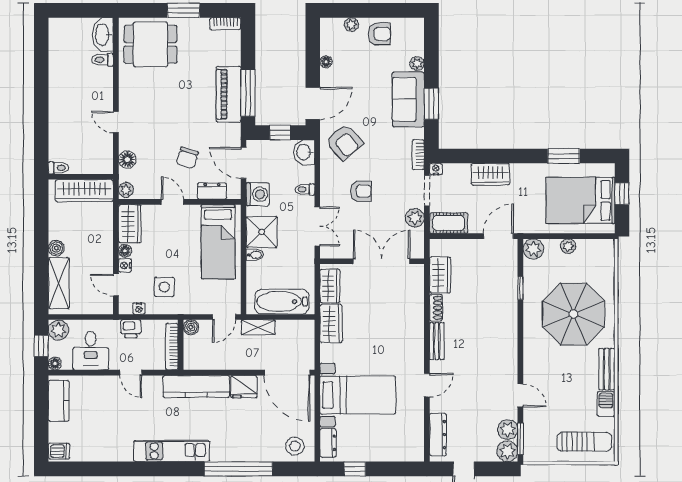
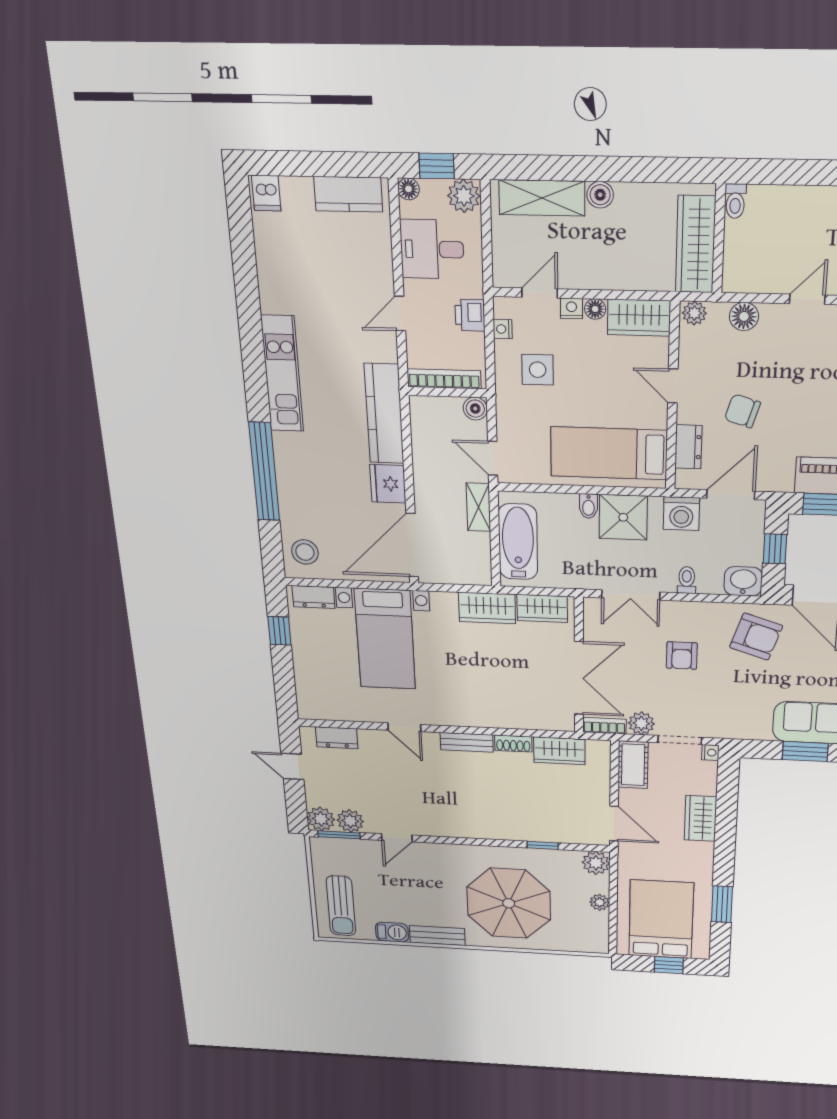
armchair: (344, 142) -> (756, 637), turned -121
bookcase: (418, 155) -> (604, 726), moved
door: (172, 202) -> (673, 386), swing flipped
dresser: (438, 435) -> (337, 738), width x0.70

